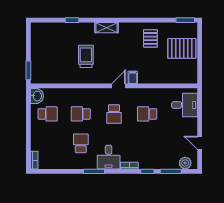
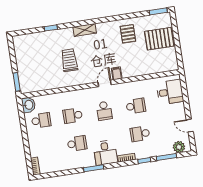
school desk: (147, 114) -> (136, 106), turned 180
school desk: (81, 143) -> (77, 143), turned 90
school desk: (147, 143) -> (140, 134), added

